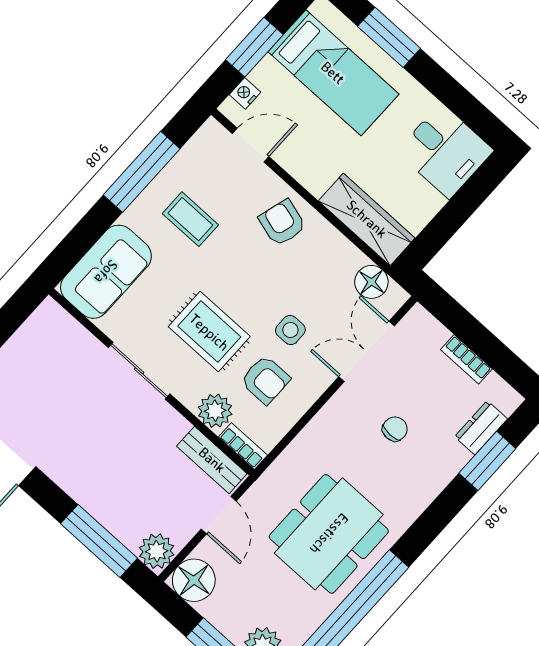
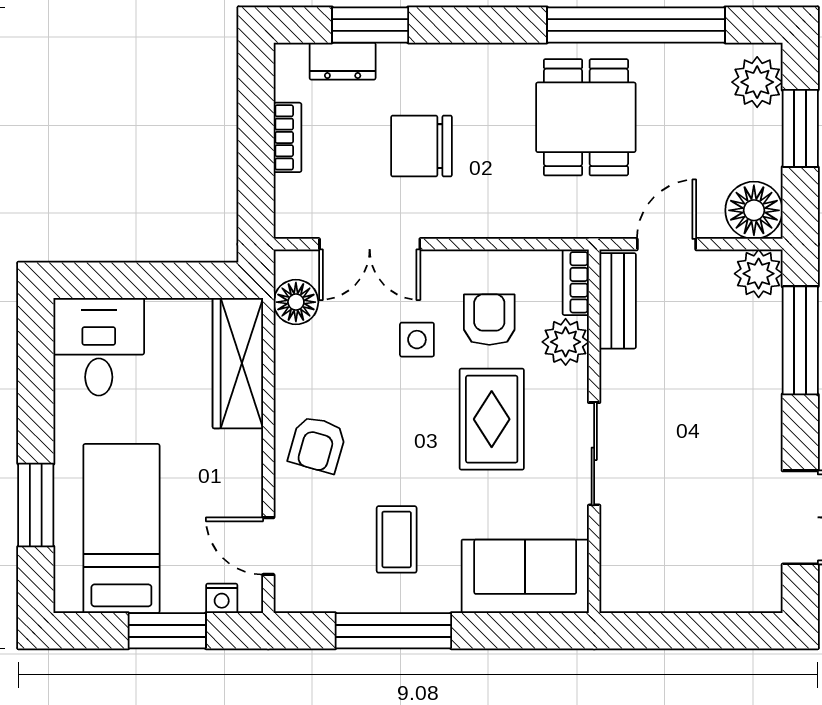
chair: (395, 429) -> (422, 146), width x1.87, depth x1.87
dining table: (329, 534) -> (586, 117), width x0.73

